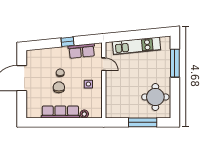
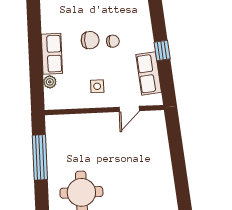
kitchen unit: (136, 46) -> (160, 159), removed
row of seats: (60, 112) -> (52, 54), width x0.68
window: (143, 122) -> (40, 157), moved

